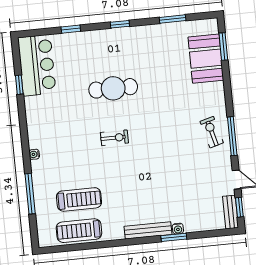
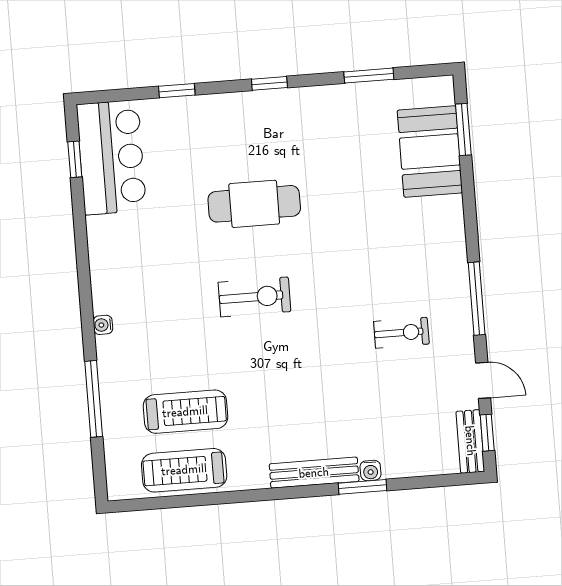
window: (19, 85) -> (75, 159), moved
exercise bike: (212, 132) -> (401, 333), moved, turned 105
exercise bike: (114, 138) -> (255, 297), width x1.38, depth x1.39

